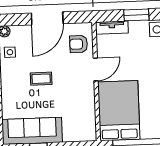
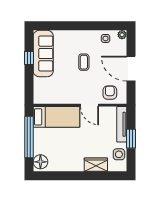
tv unit: (112, 28) -> (122, 124), width x1.41
bed: (119, 111) -> (56, 117), width x0.67

